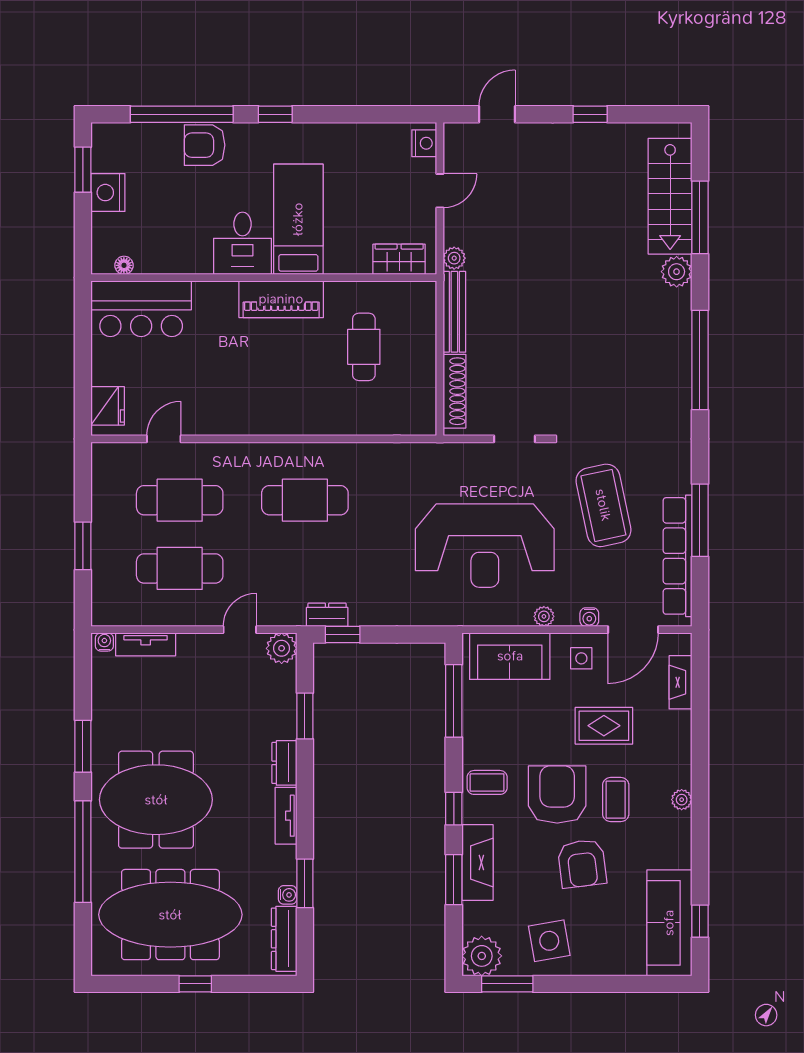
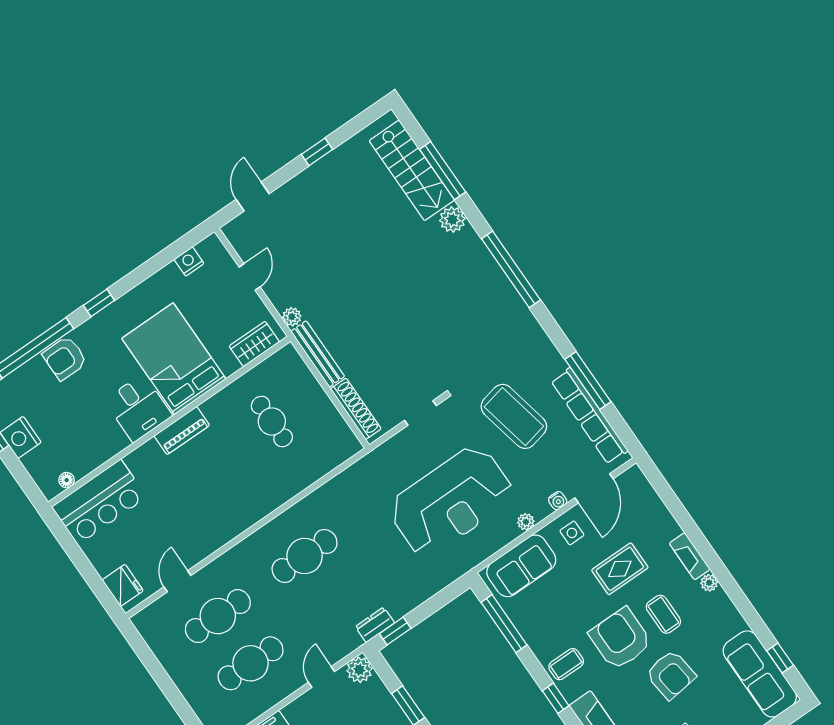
nightstand: (424, 143) -> (189, 261), moved, turned -90
bed: (298, 219) -> (174, 359), width x1.50
piano: (281, 299) -> (182, 430), width x0.73, depth x0.75
window: (83, 546) -> (173, 694), removed
fireplace: (681, 682) -> (690, 556), moved

